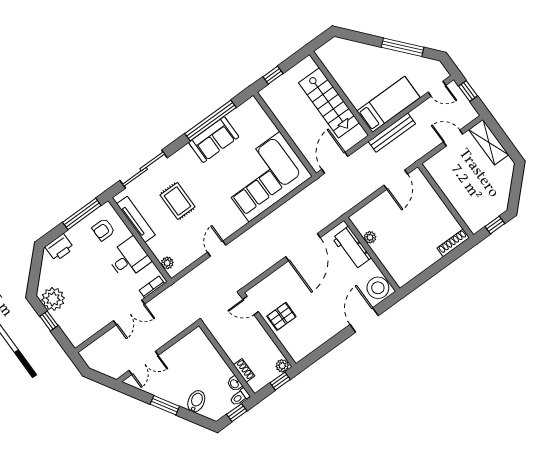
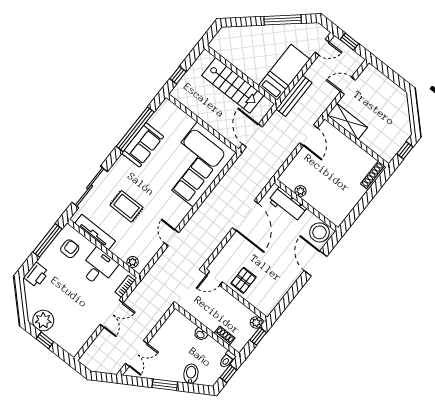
shelving: (489, 142) -> (347, 121), moved
armchair: (103, 230) -> (70, 249), turned 180
washbasin: (235, 384) -> (201, 334), moved

